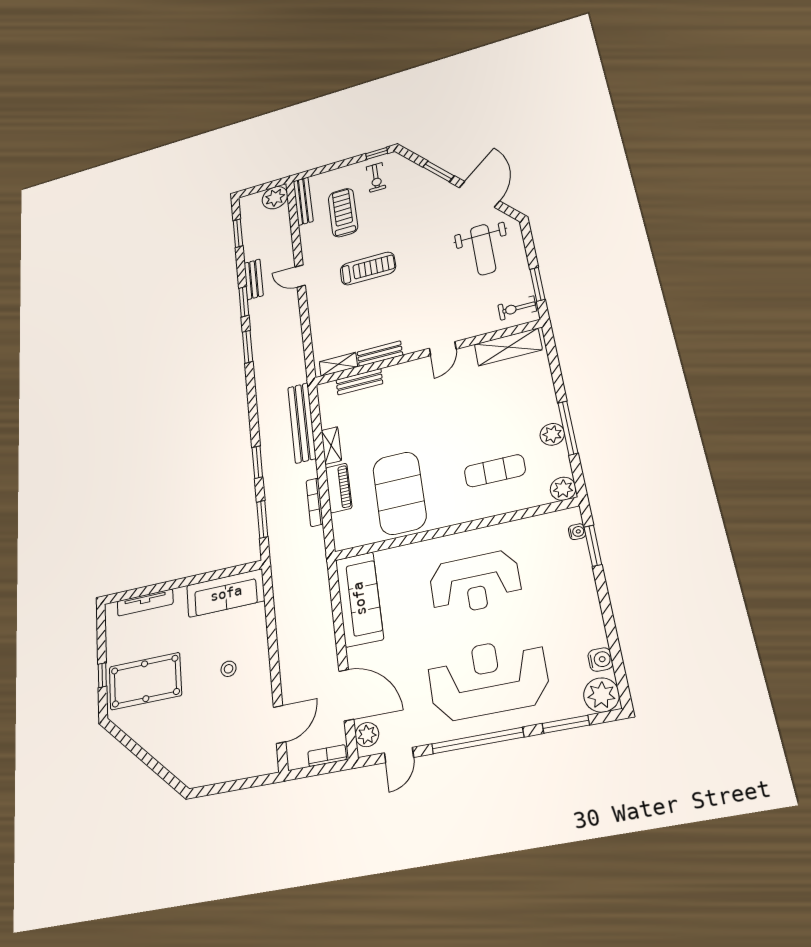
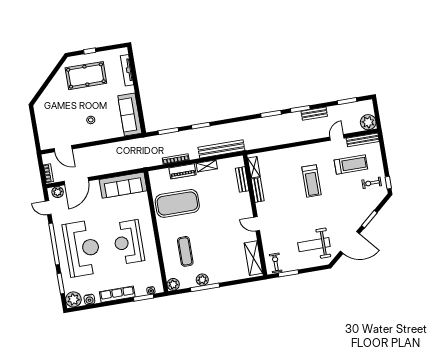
door: (300, 276) -> (337, 137), moved
row of seats: (587, 600) -> (117, 294), added
pool table: (145, 681) -> (86, 76), turned 90

